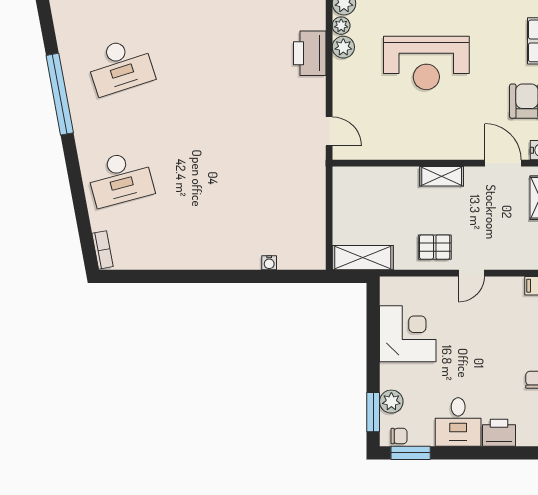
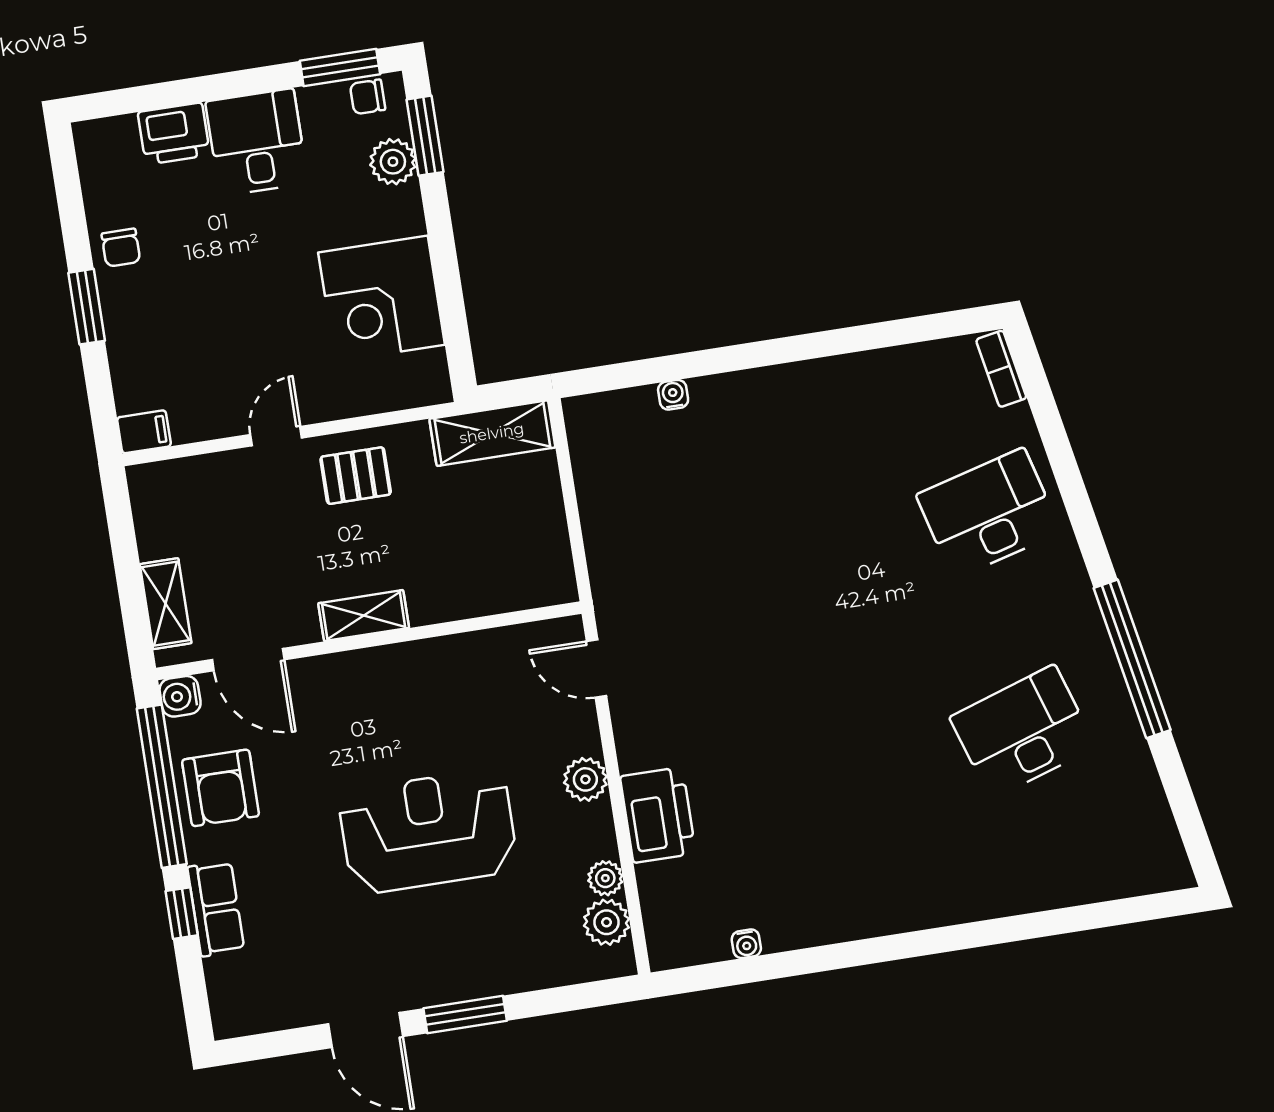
plant: (343, 47) -> (585, 779), moved

